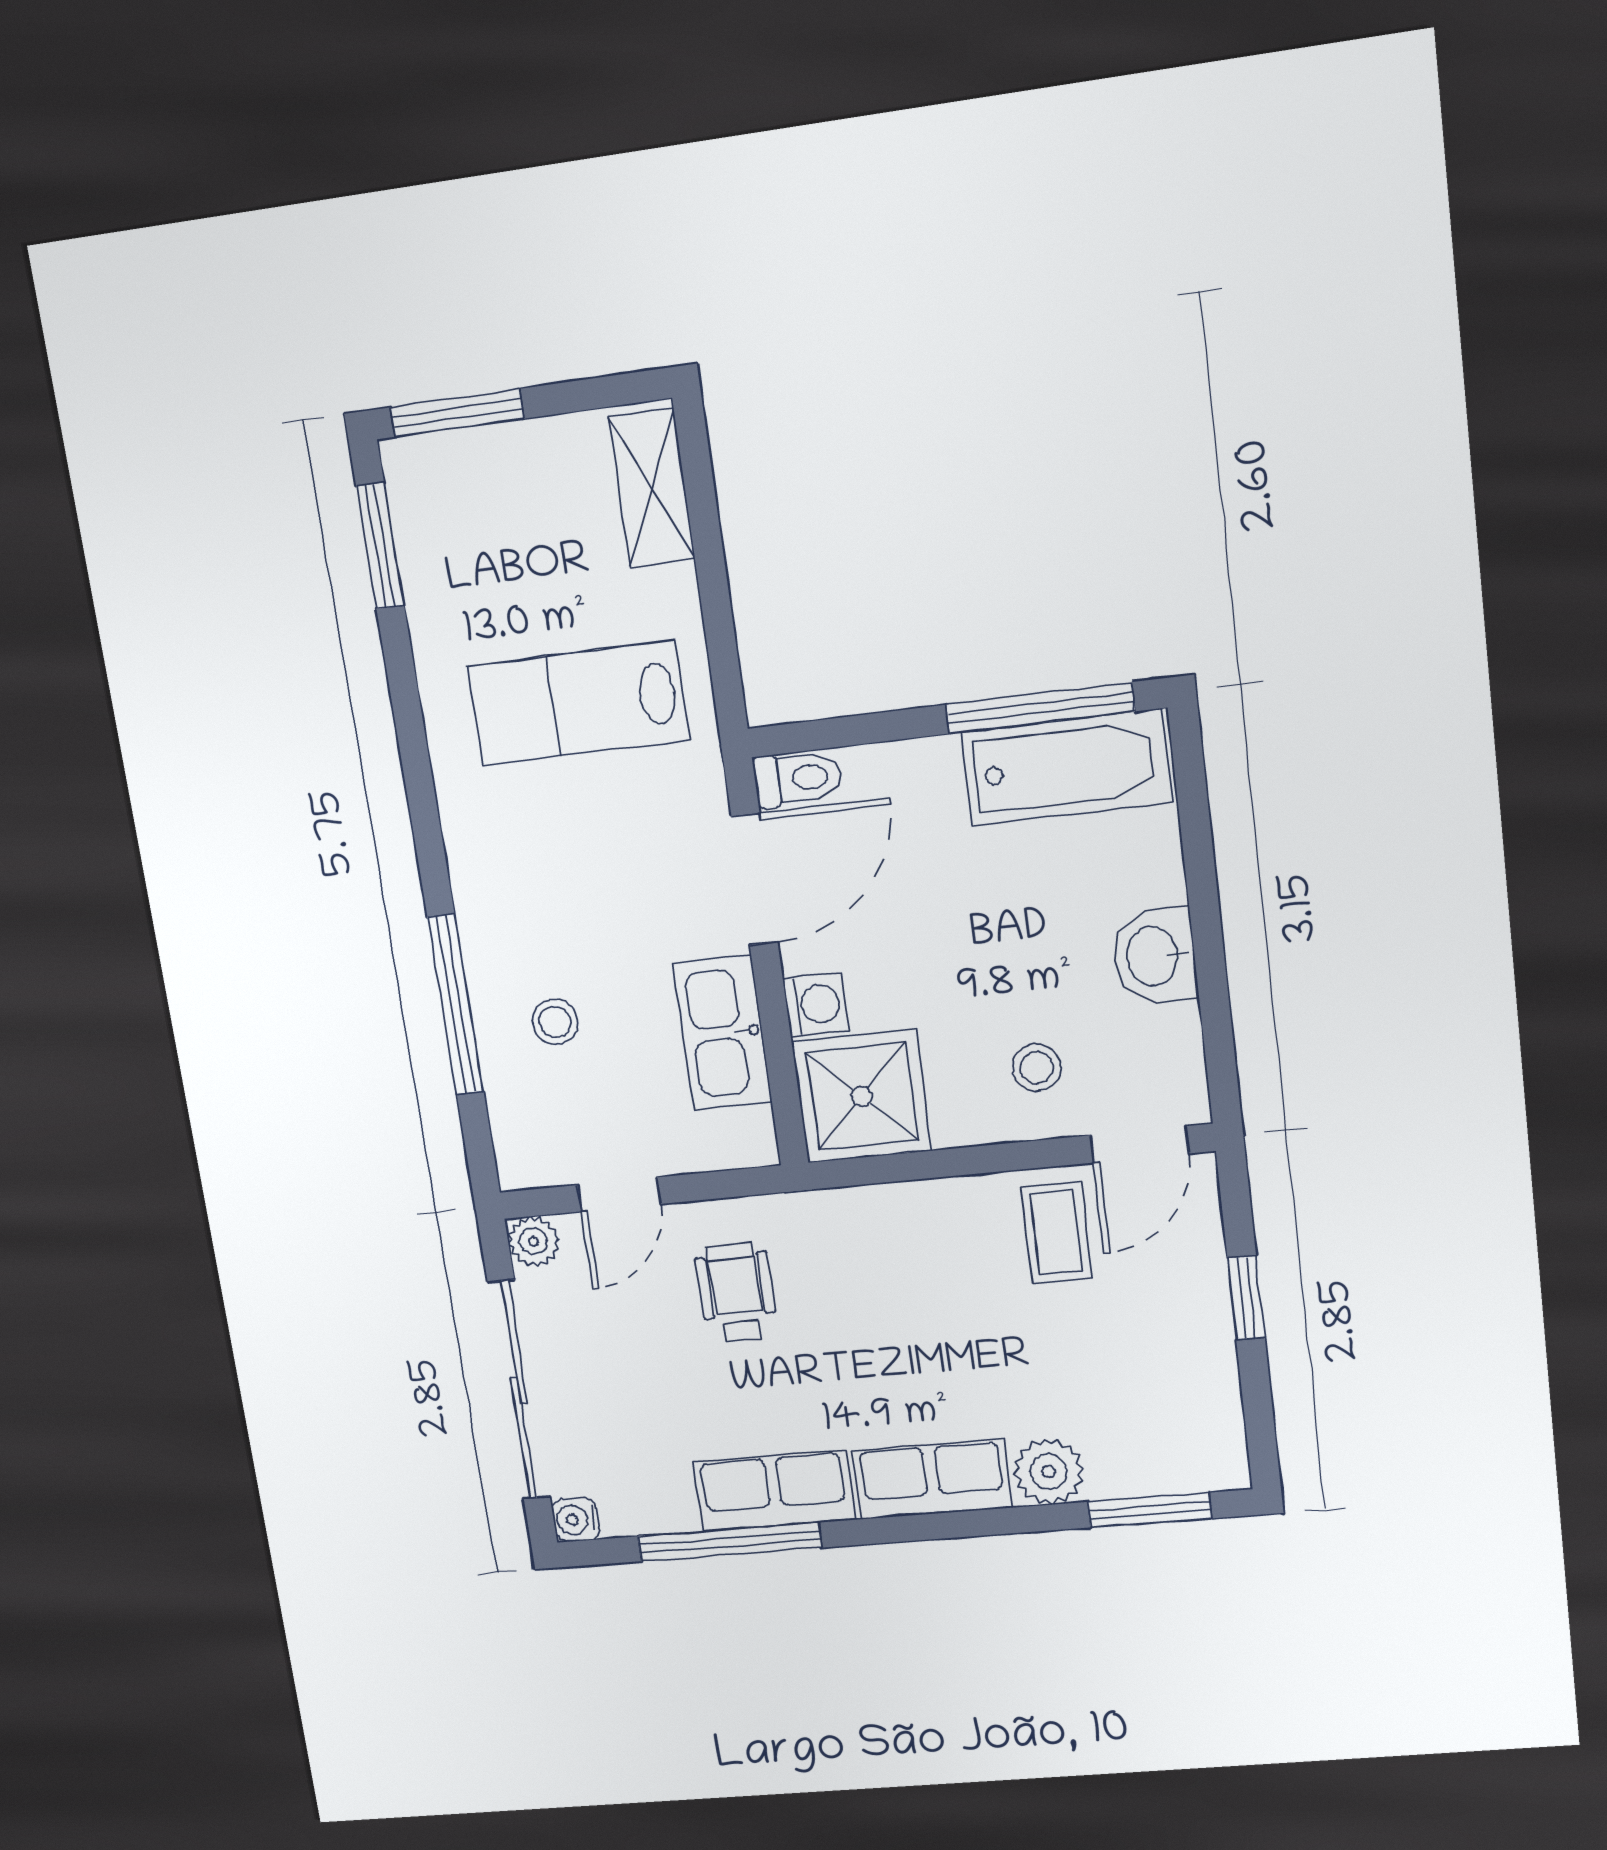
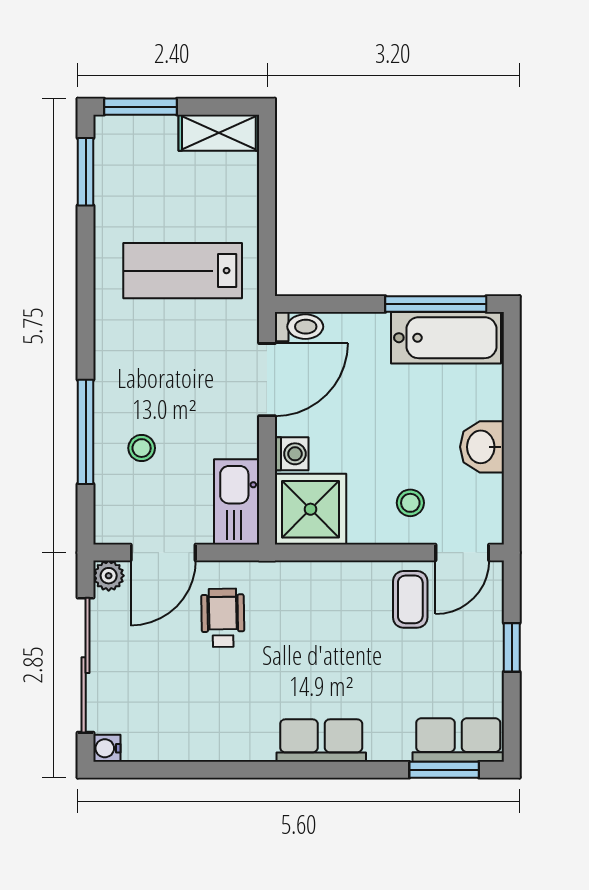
shelving: (652, 488) -> (219, 133), moved, turned 90
kitchen sink: (722, 1033) -> (237, 502), moved
door: (619, 1194) -> (163, 553), width x1.38
plant: (1049, 1472) -> (389, 741), removed
row of seats: (774, 1491) -> (458, 740), moved
window: (729, 1542) -> (197, 770), removed

